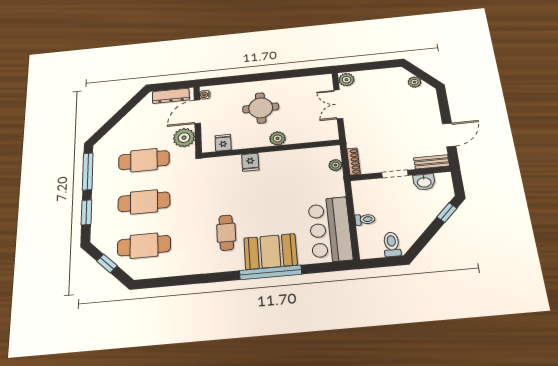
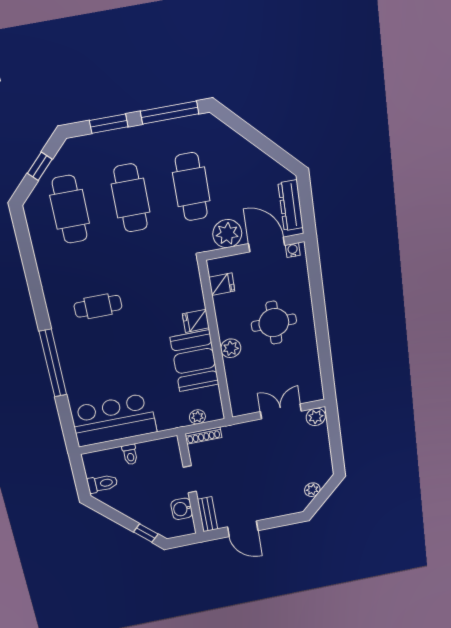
booth: (270, 251) -> (195, 361), moved

